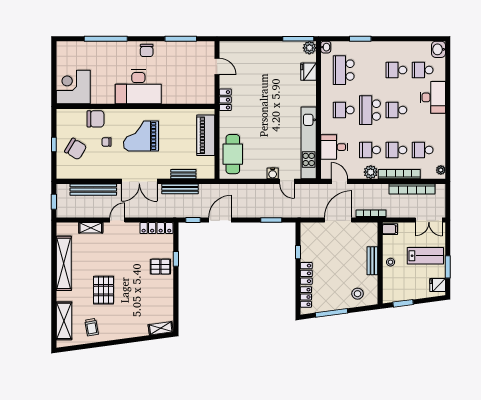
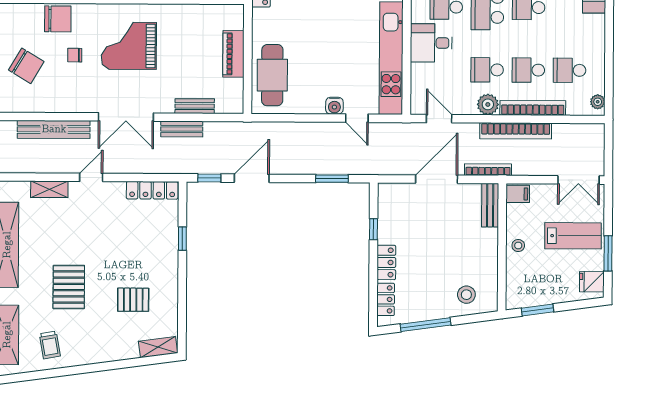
piano: (206, 135) -> (233, 54), width x0.73, depth x0.75
desk: (334, 147) -> (431, 43), moved
bench: (180, 189) -> (182, 129), width x0.73
bookcase: (412, 189) -> (516, 131), moved
bench: (372, 261) -> (490, 205), moved
pallet: (160, 267) -> (133, 300), moved

